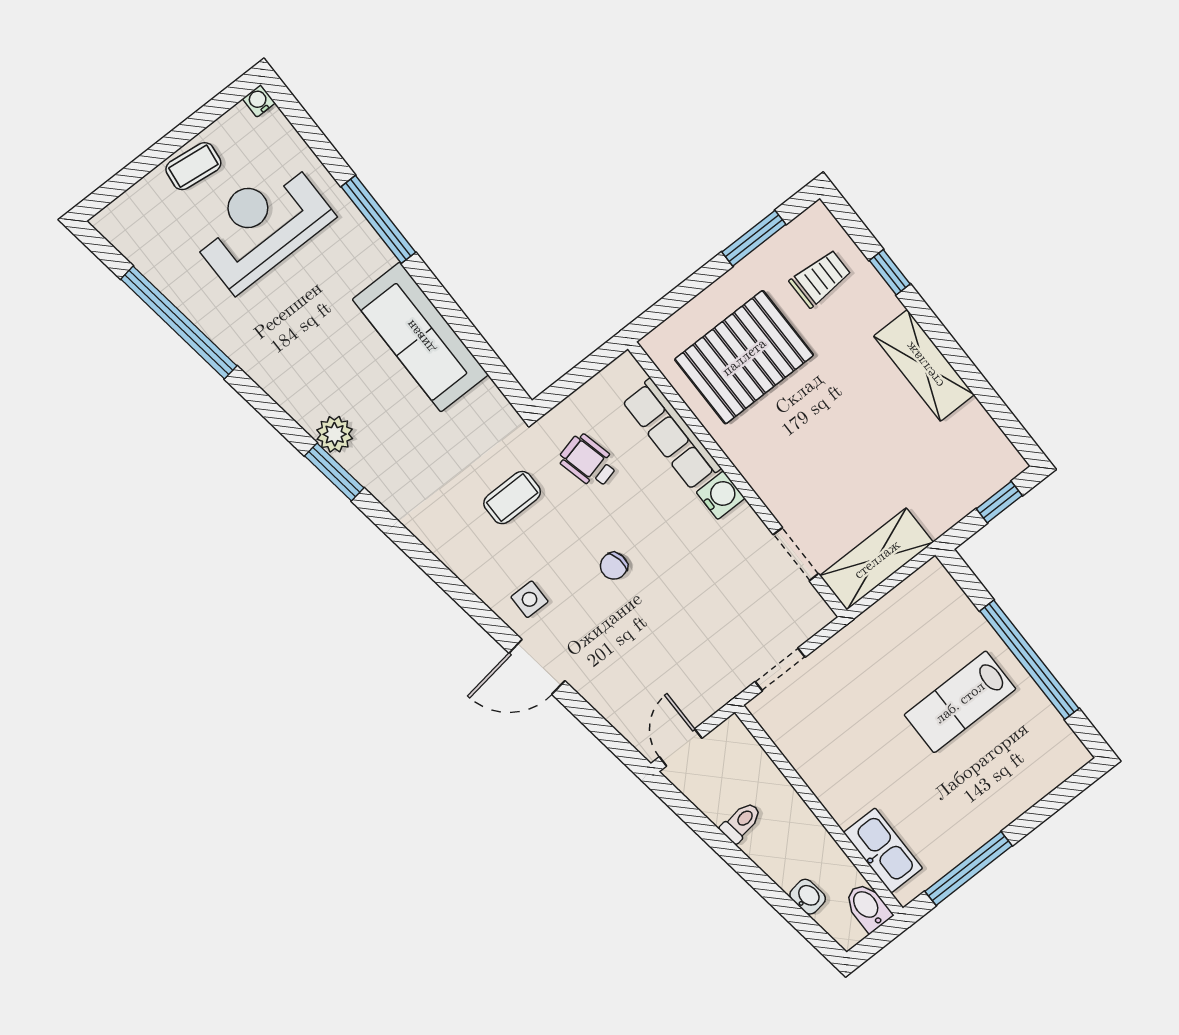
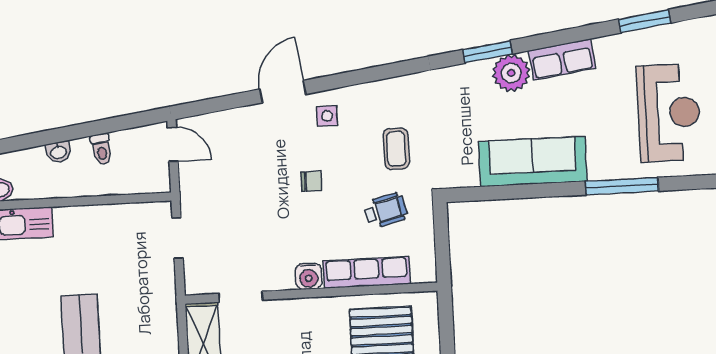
window: (179, 322) -> (645, 21), width x0.47
row of seats: (285, 384) -> (562, 59), added
plant: (335, 434) -> (511, 73), width x1.36, depth x1.36
chair: (614, 566) -> (311, 181), turned 100
washbasin: (808, 897) -> (59, 152), moved

